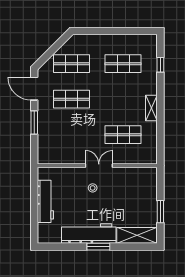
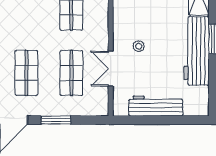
shop shelf: (72, 135) -> (71, 73), added
double door: (99, 166) -> (111, 69), moved

